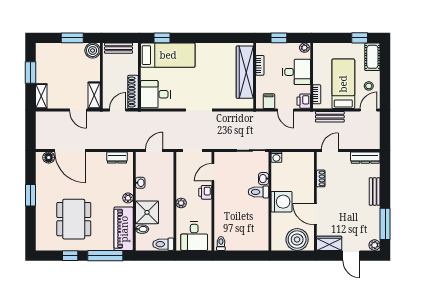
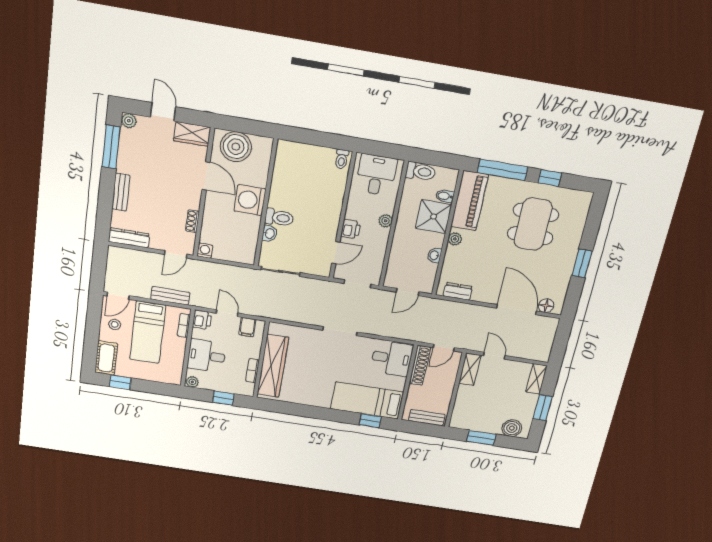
boiler: (93, 51) -> (512, 428), moved
washing machine: (276, 157) -> (205, 251), moved

